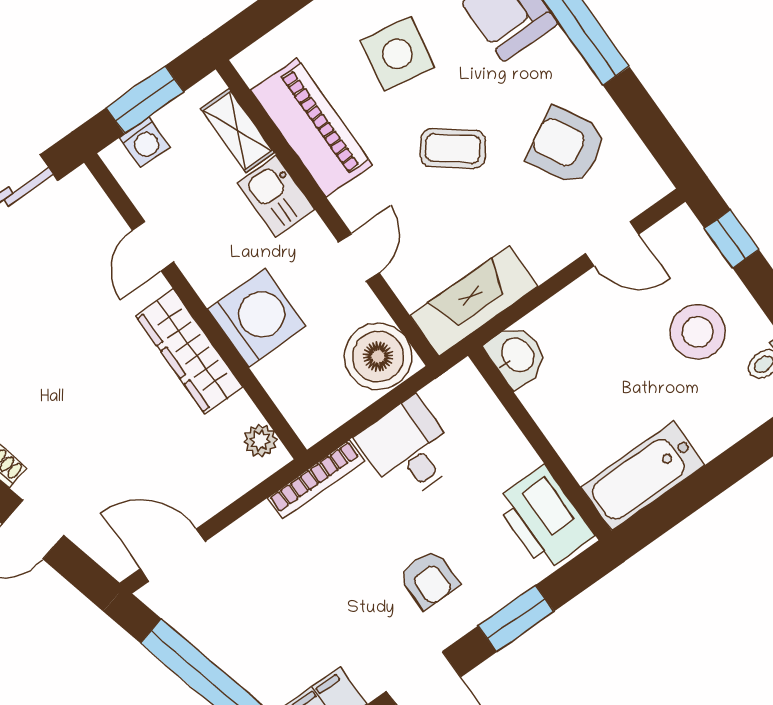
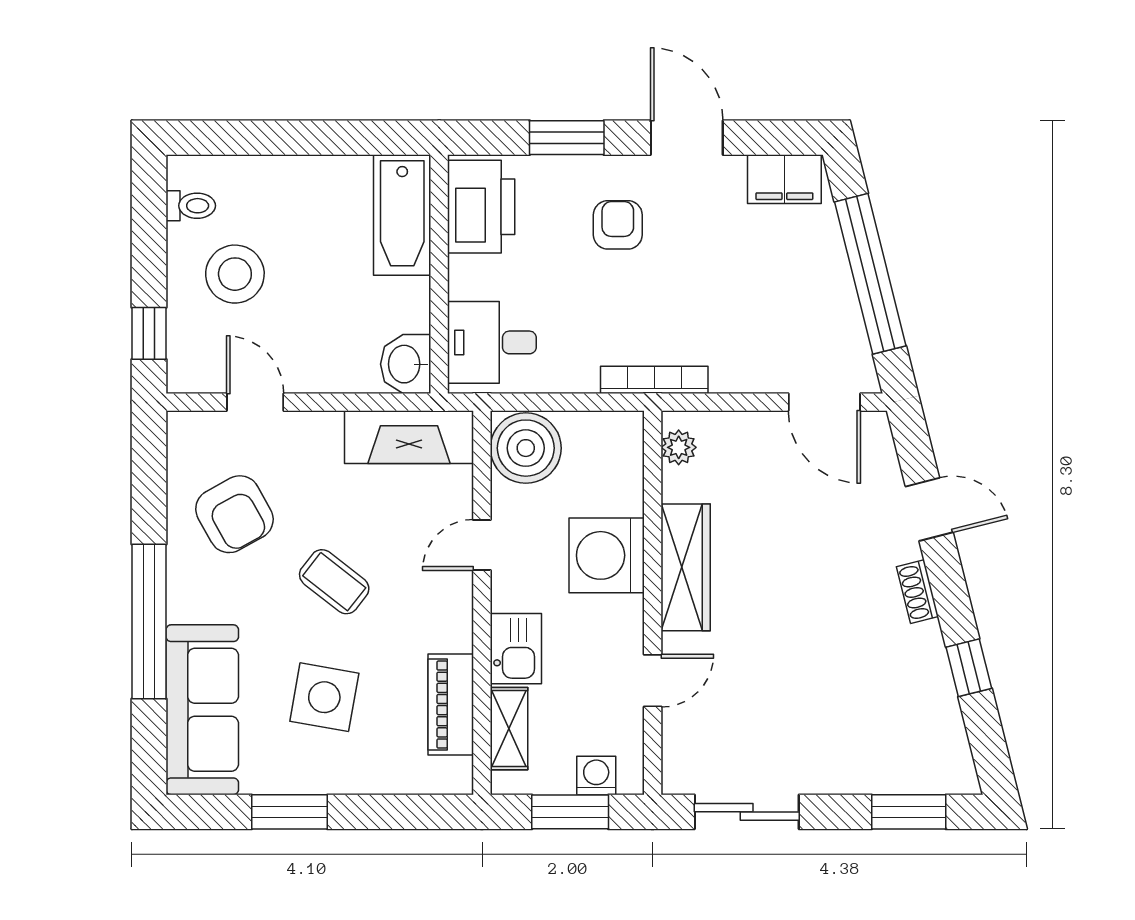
piano: (312, 128) -> (451, 705), width x0.73, depth x0.75
desk: (408, 449) -> (492, 342), moved, turned 90
bathtub: (643, 476) -> (402, 215), moved, turned 90

